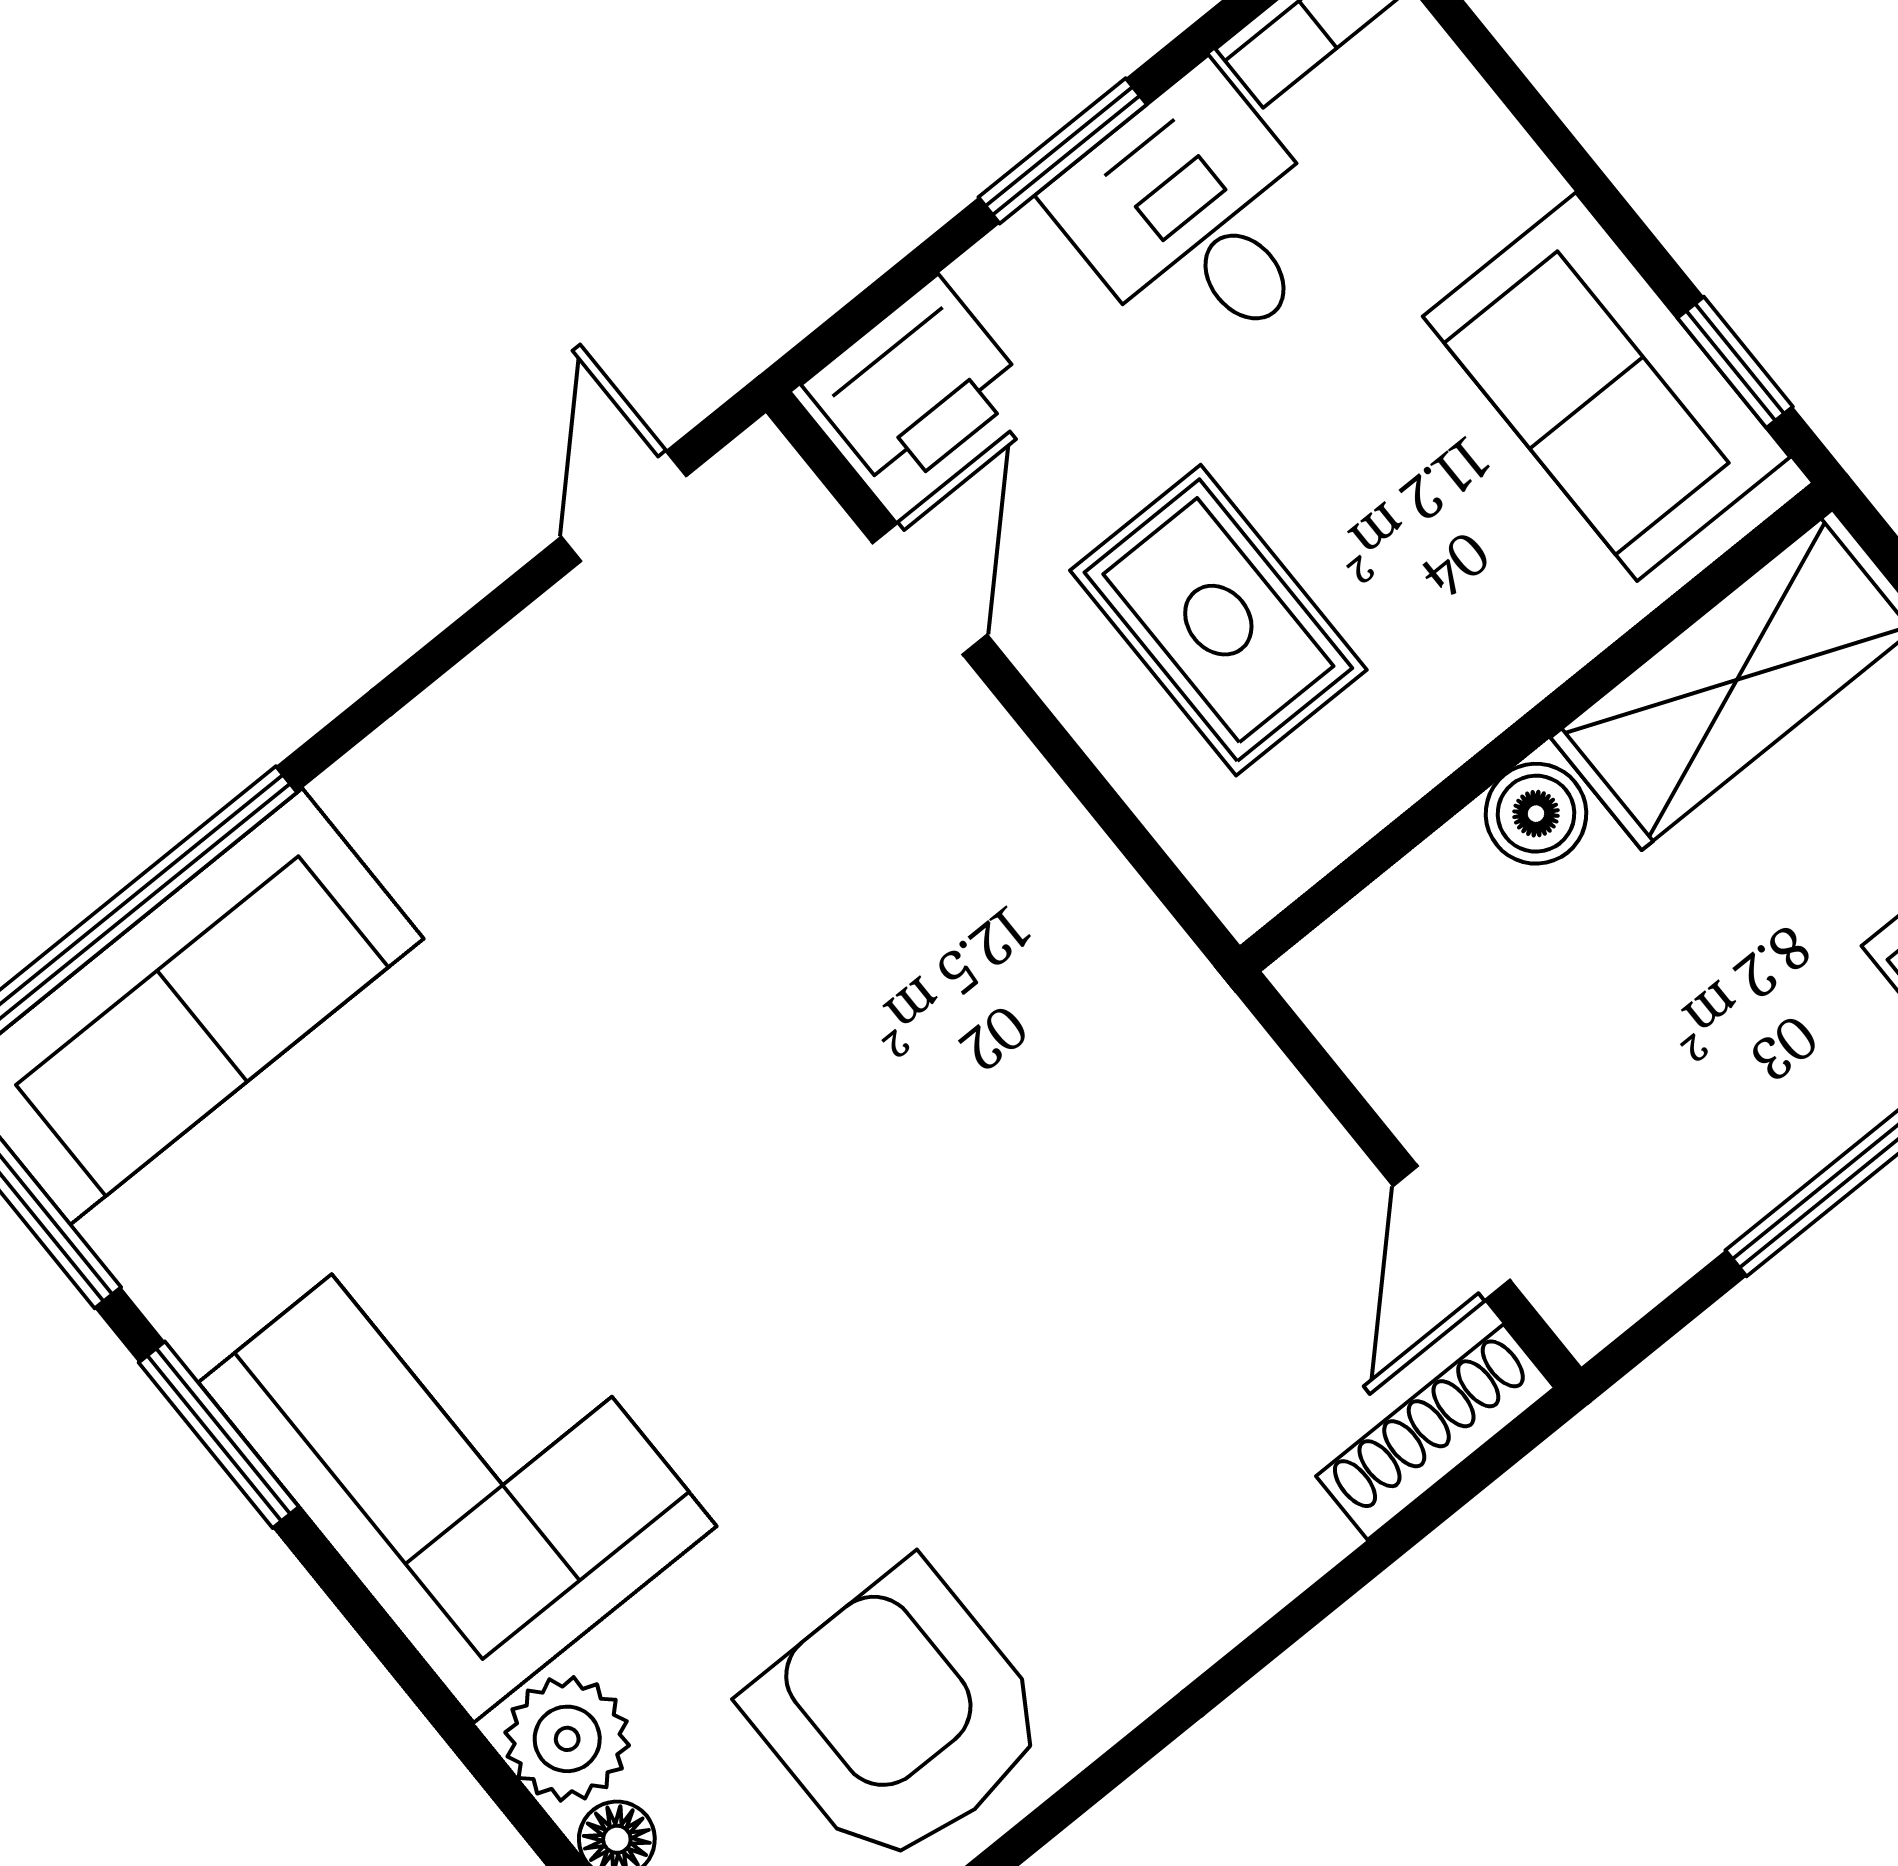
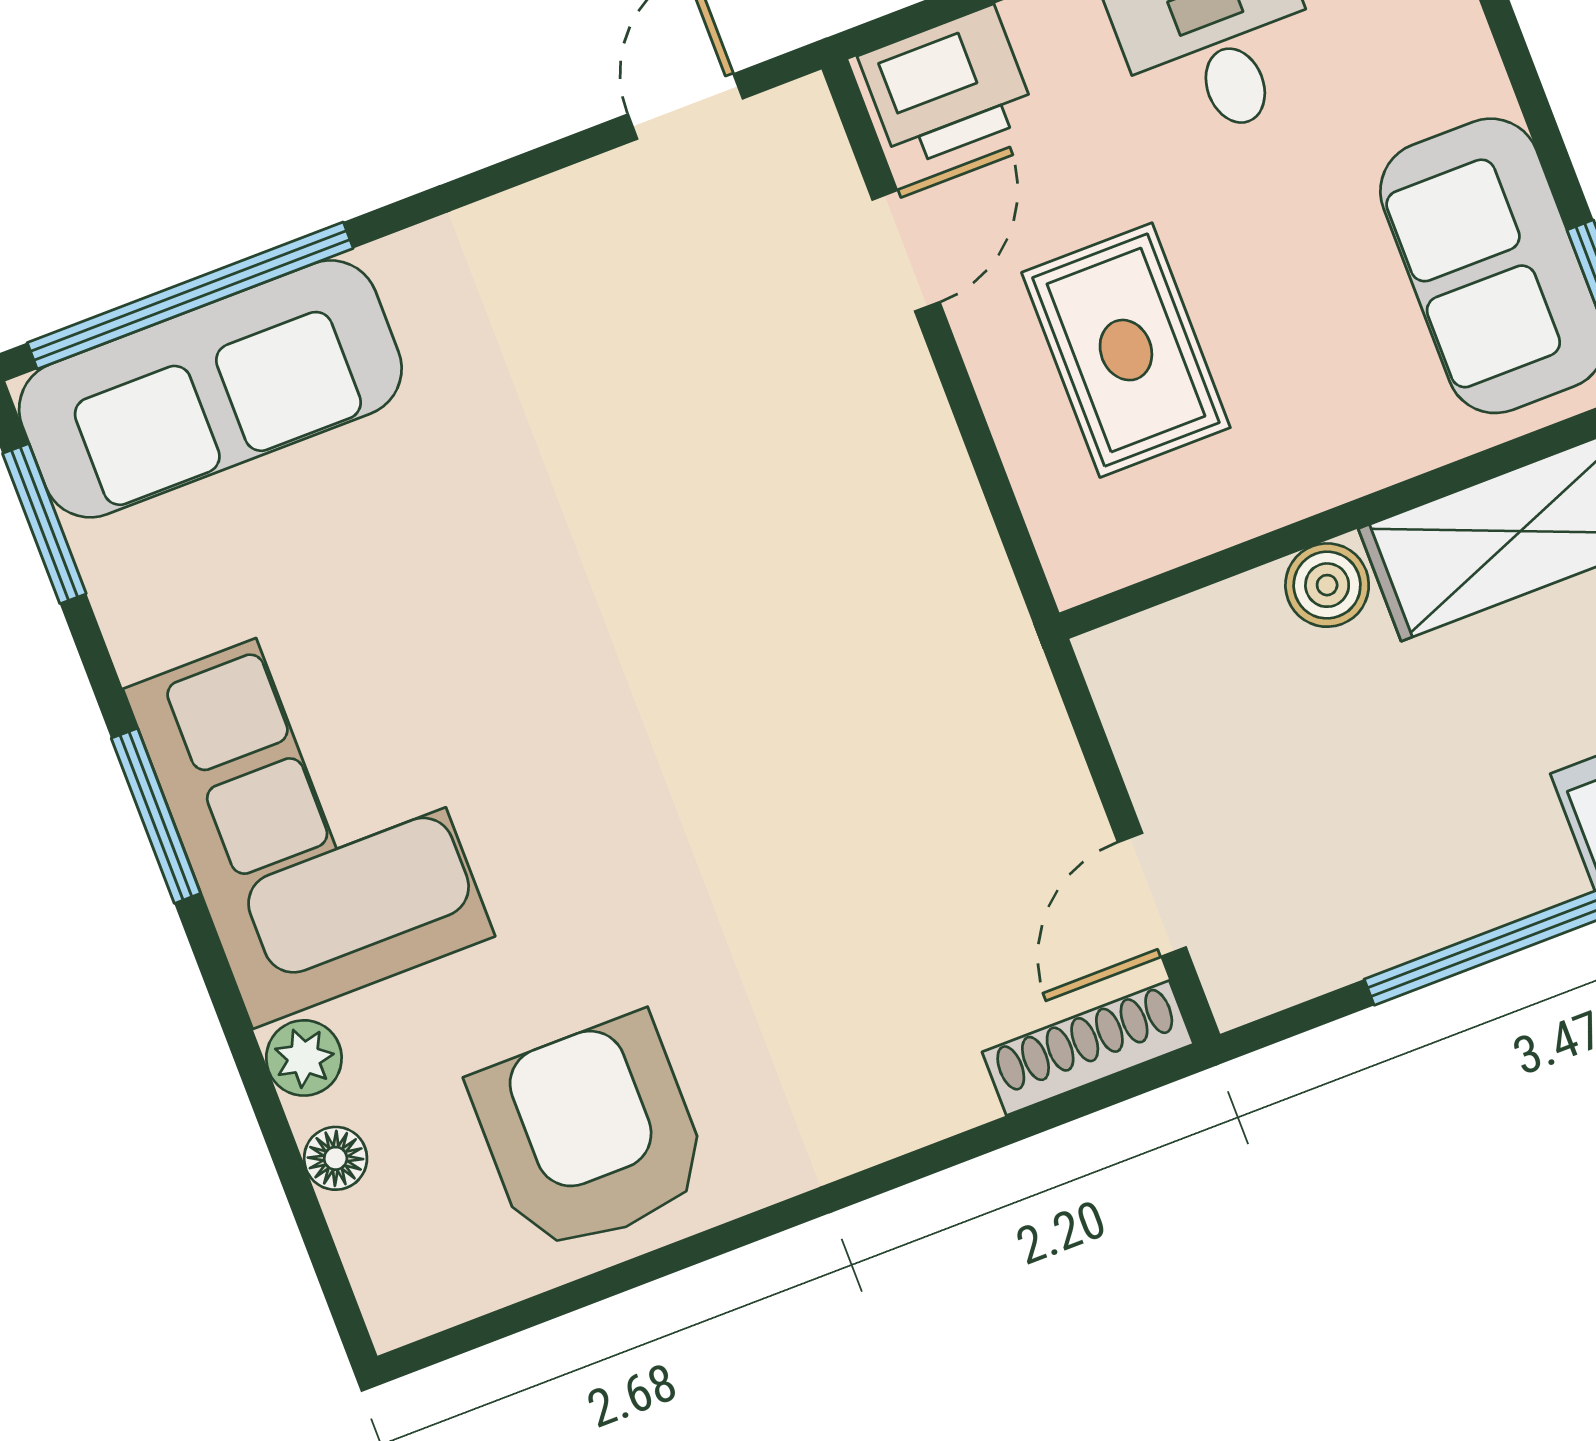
window: (219, 1435) -> (156, 816), moved
plant: (567, 1739) -> (304, 1058), width x0.73, depth x0.73

